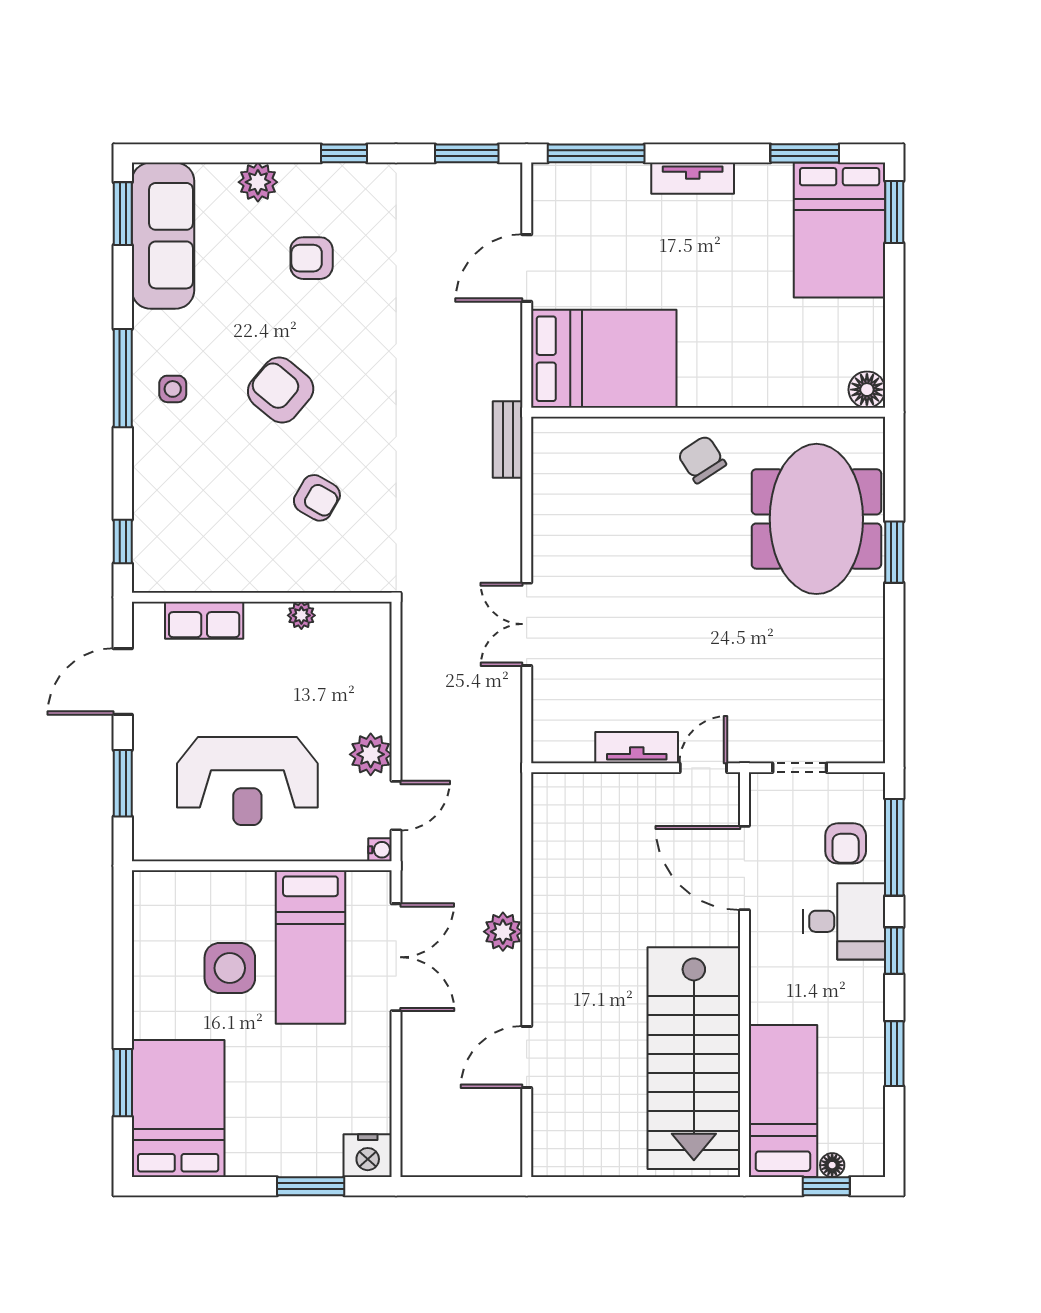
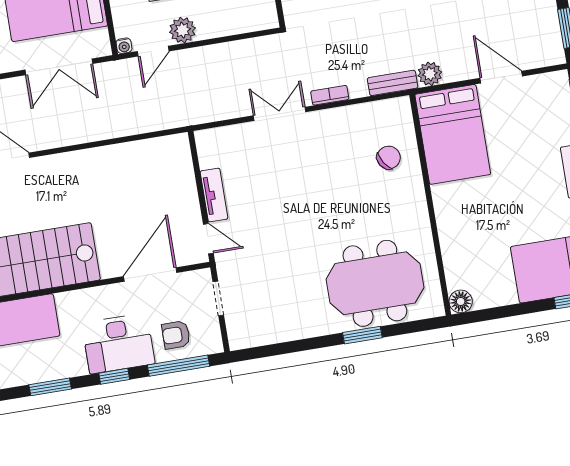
chair: (702, 459) -> (389, 158), moved
bookcase: (511, 541) -> (330, 95), added
door: (396, 806) -> (153, 51), hinge flipped
desk: (844, 921) -> (118, 343), width x1.37
plant: (503, 932) -> (430, 74), moved

